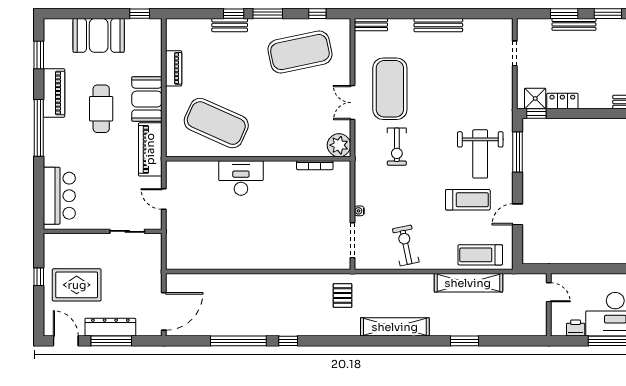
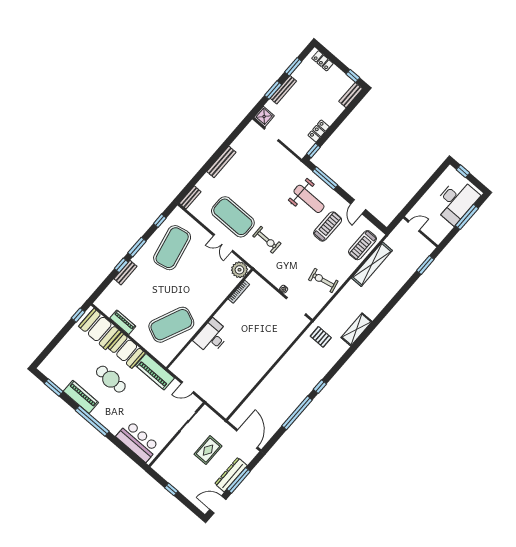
booth: (99, 35) -> (100, 329), moved, turned 90
shower: (535, 98) -> (264, 116), moved
rug: (77, 285) -> (208, 450), moved, width x0.73, depth x0.70
shelving: (395, 327) -> (356, 329), width x0.68
printer: (576, 328) -> (445, 228), removed
window: (464, 341) -> (425, 265), moved

